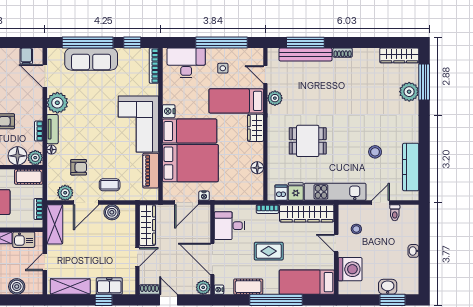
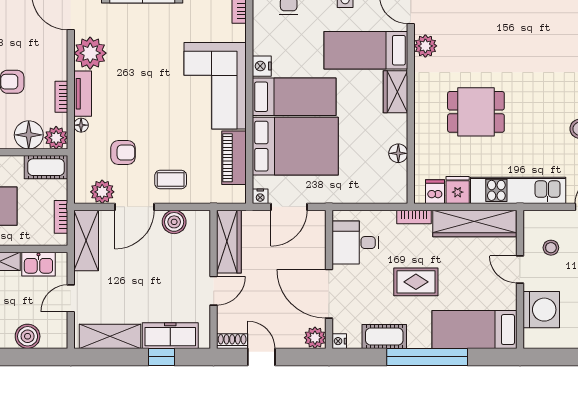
nightstand: (204, 196) -> (260, 196), moved
freezer: (109, 286) -> (170, 336), width x1.40

